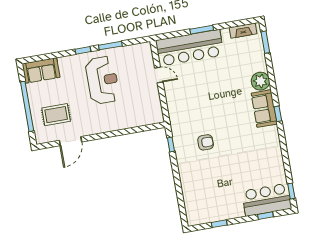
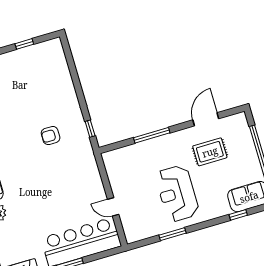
window: (83, 50) -> (238, 215), moved
rug: (56, 115) -> (210, 152), moved
window: (118, 133) -> (152, 135), added

